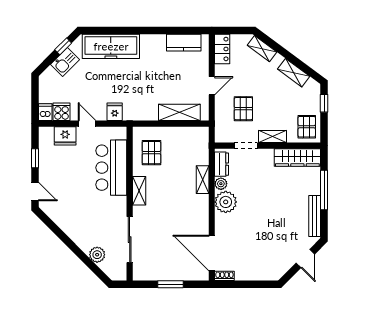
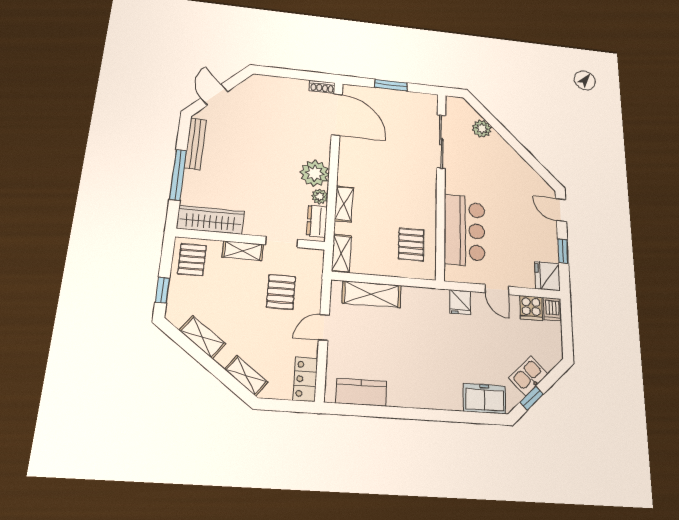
freezer: (111, 46) -> (485, 399), width x0.52, depth x0.79
fridge: (65, 136) -> (548, 276), moved, turned -90
shelving: (139, 191) -> (341, 253), moved

